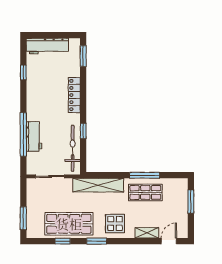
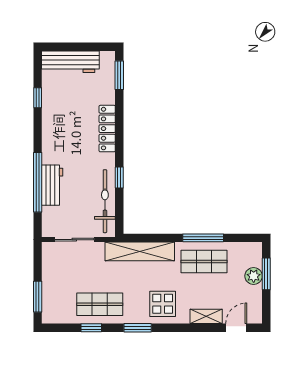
plant: (182, 203) -> (254, 276), added
shop shelf: (69, 224) -> (100, 304), width x0.70, depth x0.74

